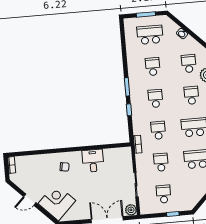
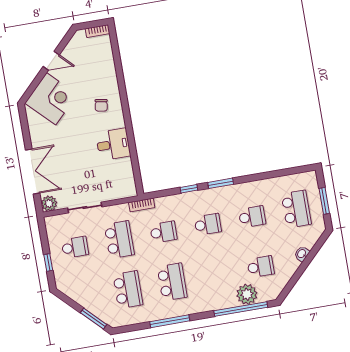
school desk: (191, 95) -> (216, 274), removed
school desk: (161, 162) -> (119, 240), width x1.85
door: (30, 200) -> (51, 61), swing flipped

